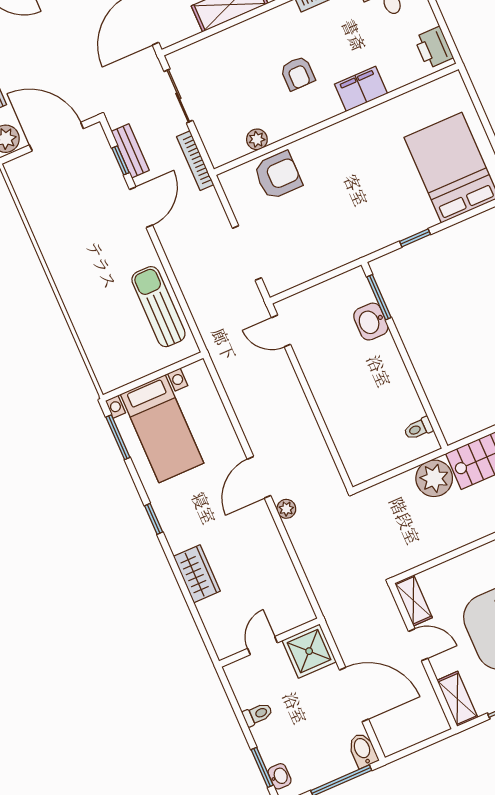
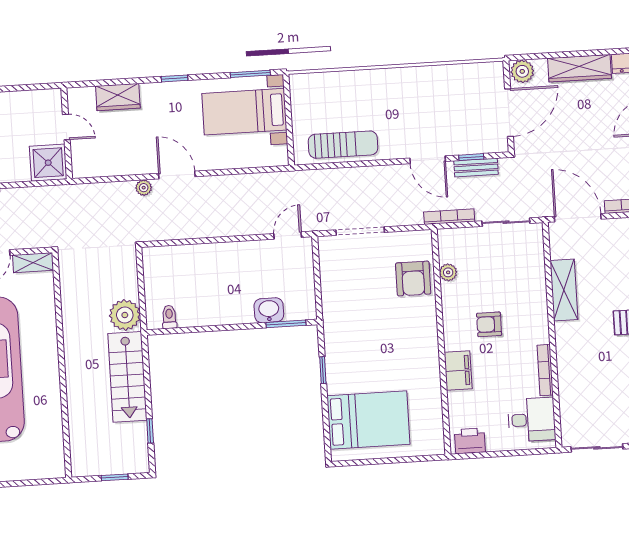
wall: (269, 643) -> (67, 133), moved
door: (262, 646) -> (66, 127), moved
shower: (309, 651) -> (48, 163), moved

